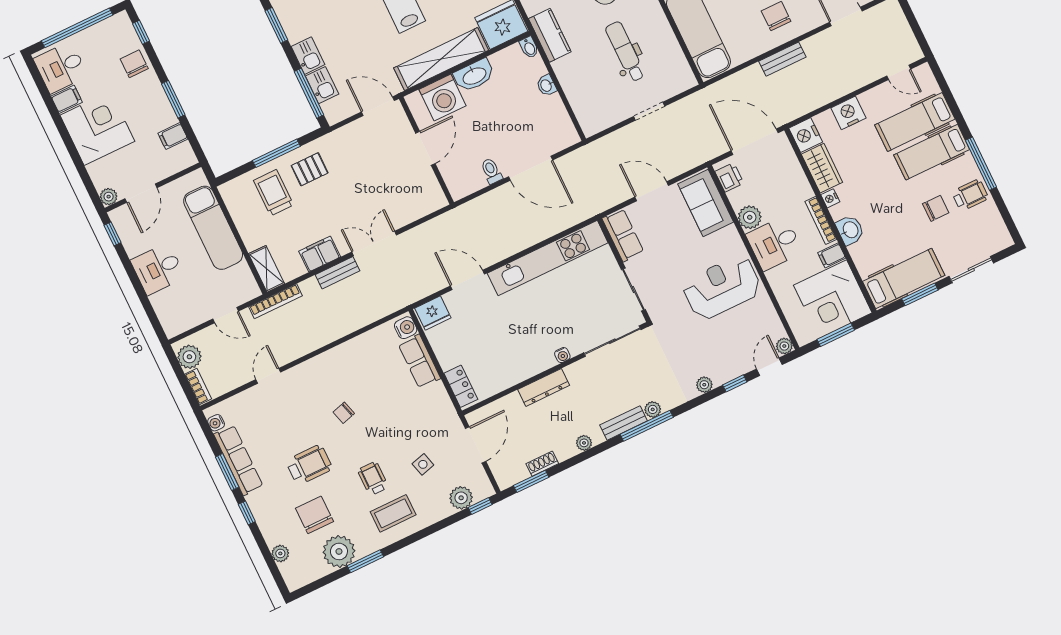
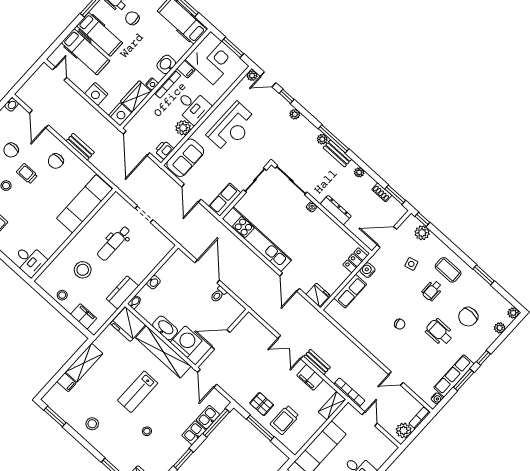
reception desk: (722, 287) -> (232, 127), turned -90
water cooler: (406, 328) -> (367, 270), moved
plant: (339, 551) -> (513, 313), moved, width x0.53, depth x0.53

